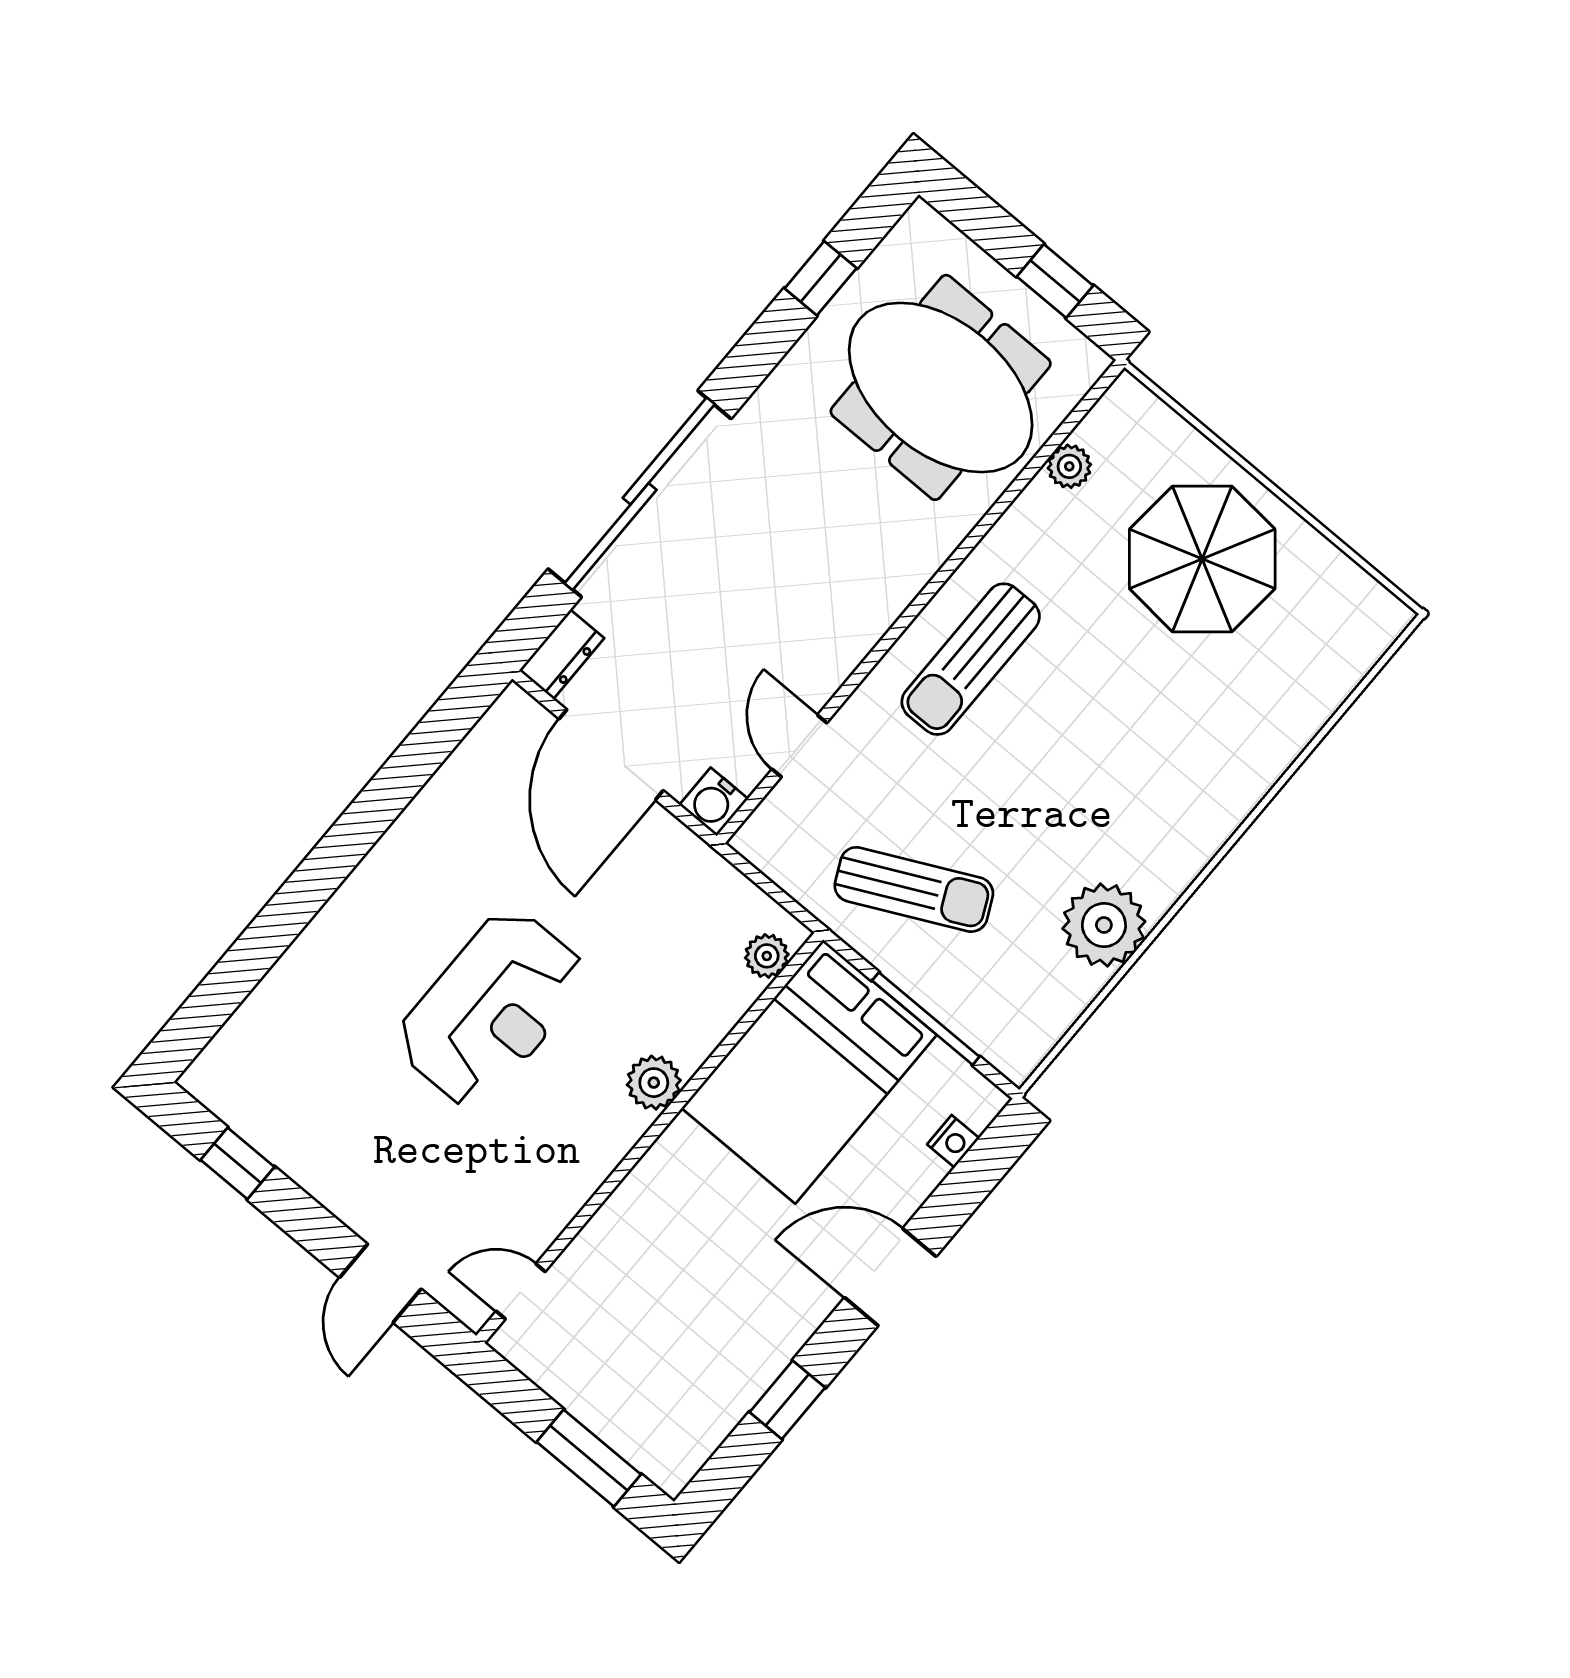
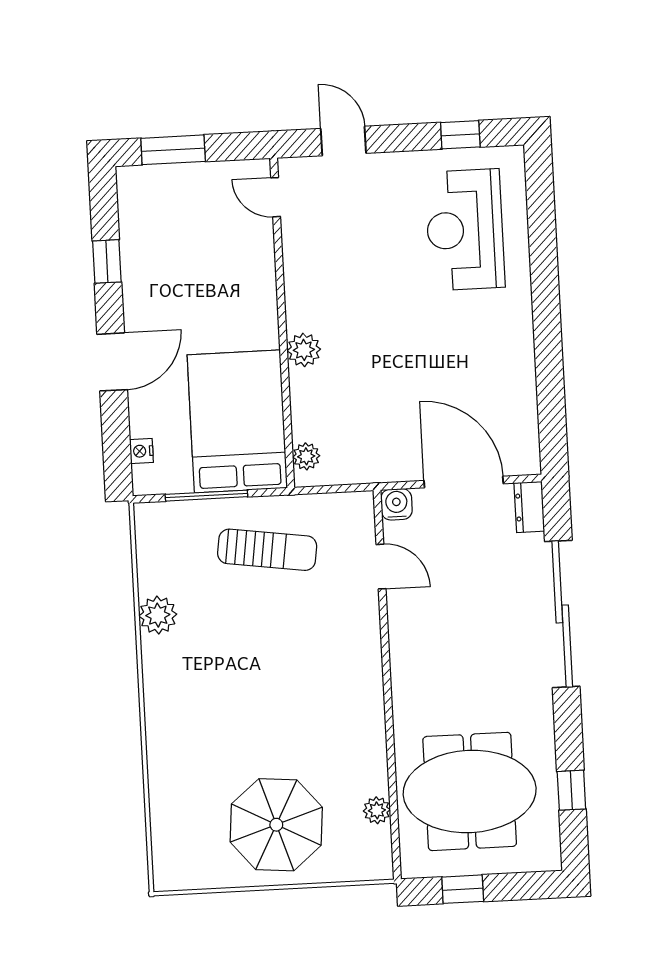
sun lounger: (971, 659) -> (340, 680), removed
sun lounger: (914, 889) -> (267, 550), turned -146
plant: (1104, 925) -> (158, 615), width x0.73, depth x0.73
reception desk: (492, 1008) -> (465, 230), moved
door: (521, 1291) -> (276, 197), swing flipped

